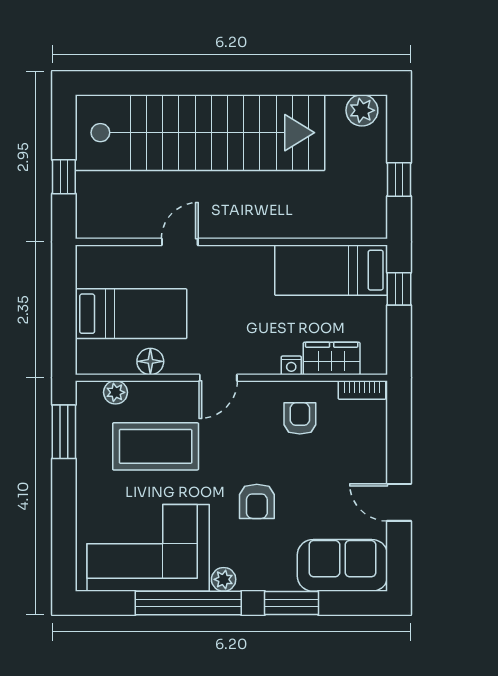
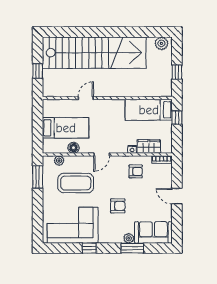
armchair: (300, 418) -> (136, 171), turned 90
armchair: (257, 501) -> (118, 206), turned -90
door: (399, 502) -> (177, 196), moved
plant: (224, 579) -> (129, 238), moved
window: (188, 603) -> (89, 248), width x0.32

